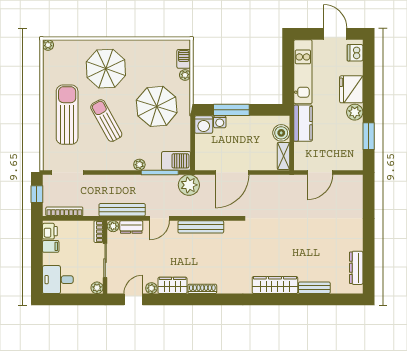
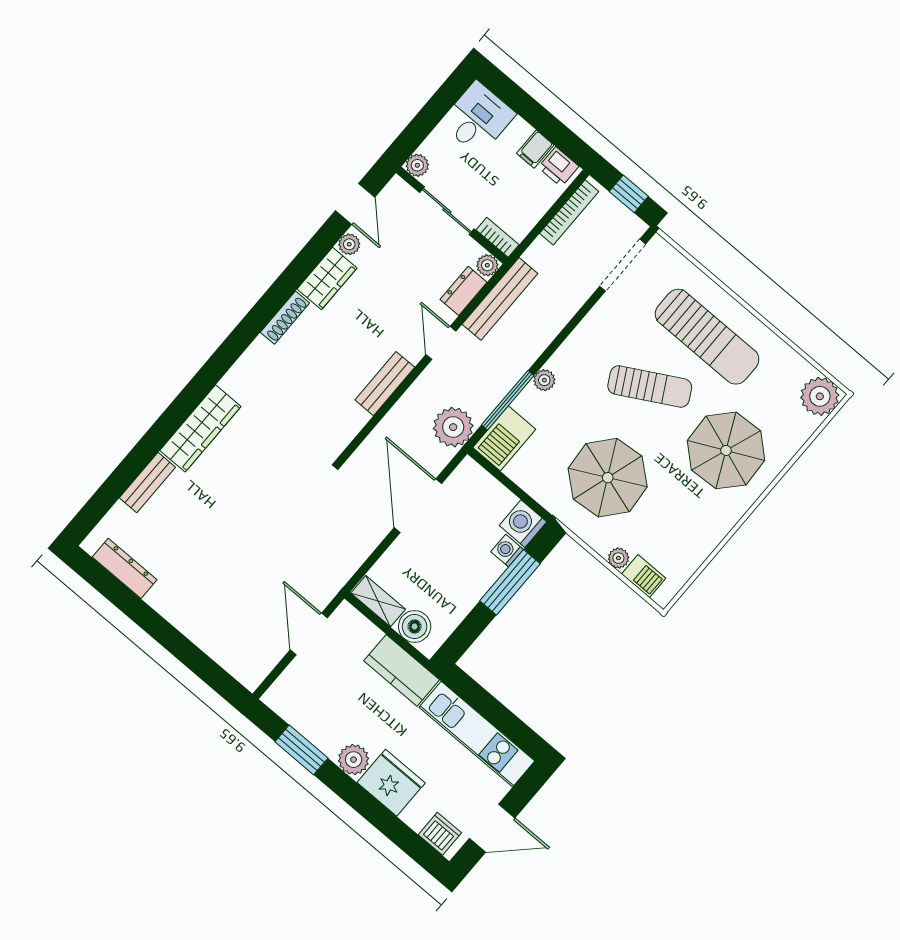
plant: (48, 45) -> (820, 396), width x1.87, depth x1.87
bench: (201, 227) -> (385, 384), width x0.73

